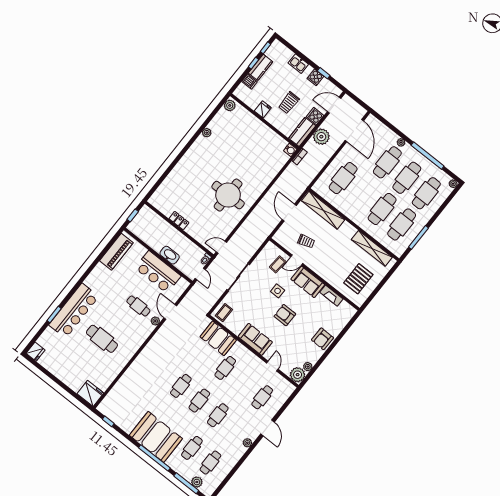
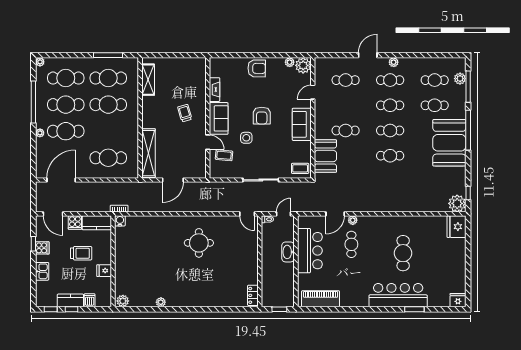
plant: (321, 137) -> (457, 203), moved
round table: (228, 195) -> (199, 243), width x0.73, depth x0.73
locker: (179, 221) -> (253, 295), moved
trolley: (306, 241) -> (185, 113), moved
shelving: (372, 248) -> (148, 80), width x0.68
pallet: (358, 279) -> (182, 78), removed
cafe table: (236, 430) -> (390, 80), added

